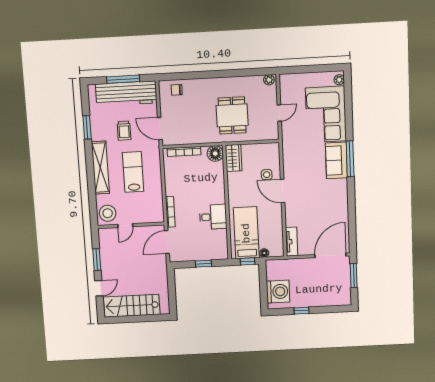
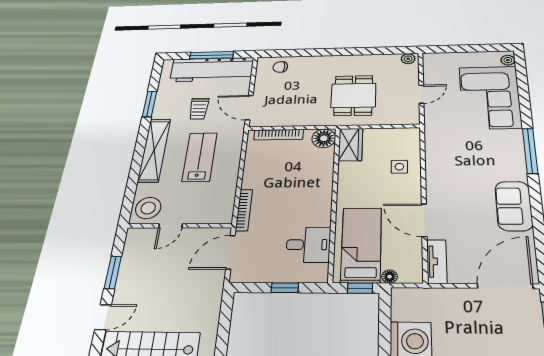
sofa: (336, 160) -> (514, 206), moved
door: (283, 191) -> (424, 220), moved
desk: (213, 217) -> (308, 245), moved

